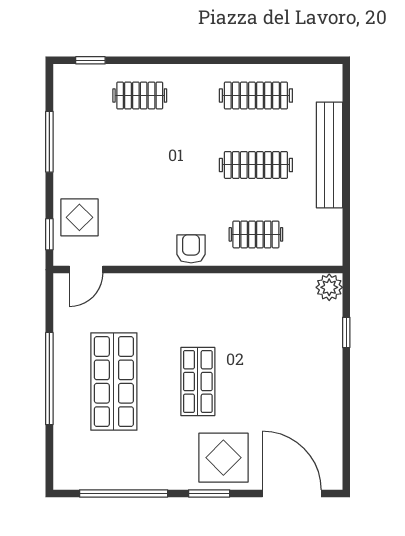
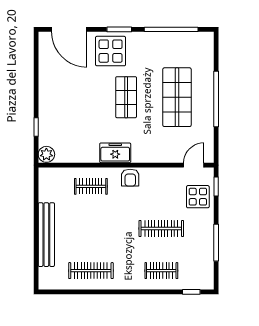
clothes rail: (256, 165) -> (161, 228), moved
freezer: (216, 290) -> (115, 153), added

